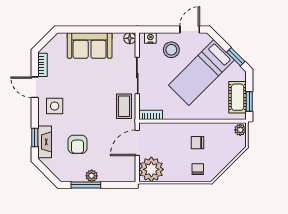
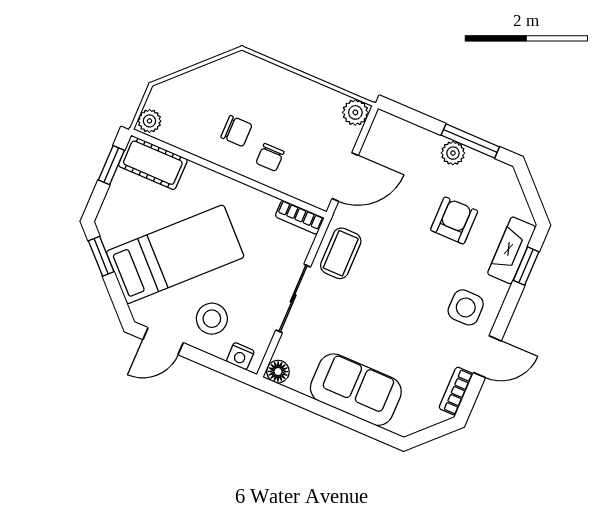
door: (35, 87) -> (487, 357), hinge flipped
cot: (238, 97) -> (153, 163), moved, turned 90
plant: (151, 169) -> (355, 112), width x0.53, depth x0.53
chair: (198, 169) -> (270, 157), moved

